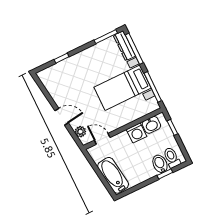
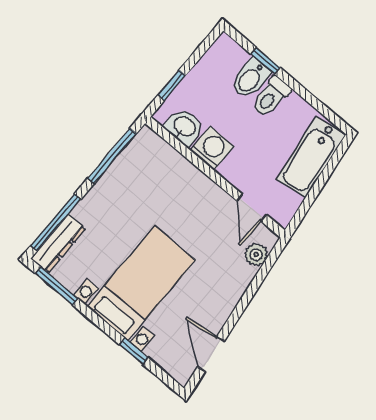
bed with nightstands: (123, 88) -> (141, 283), moved, turned -90
door: (62, 117) -> (211, 354), moved
toilet: (172, 158) -> (271, 97), moved

